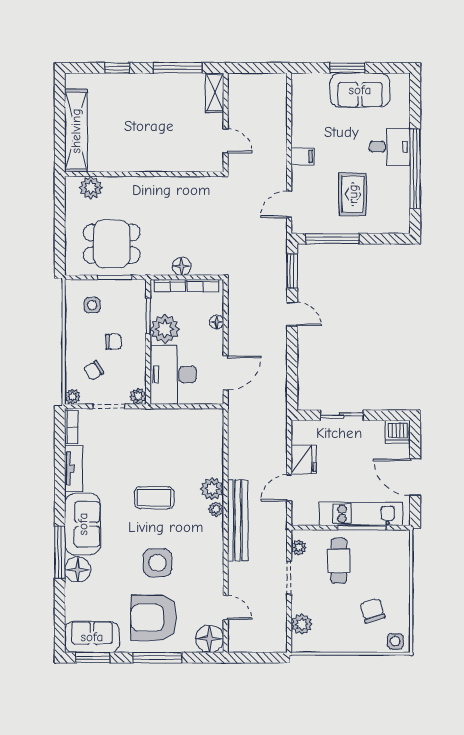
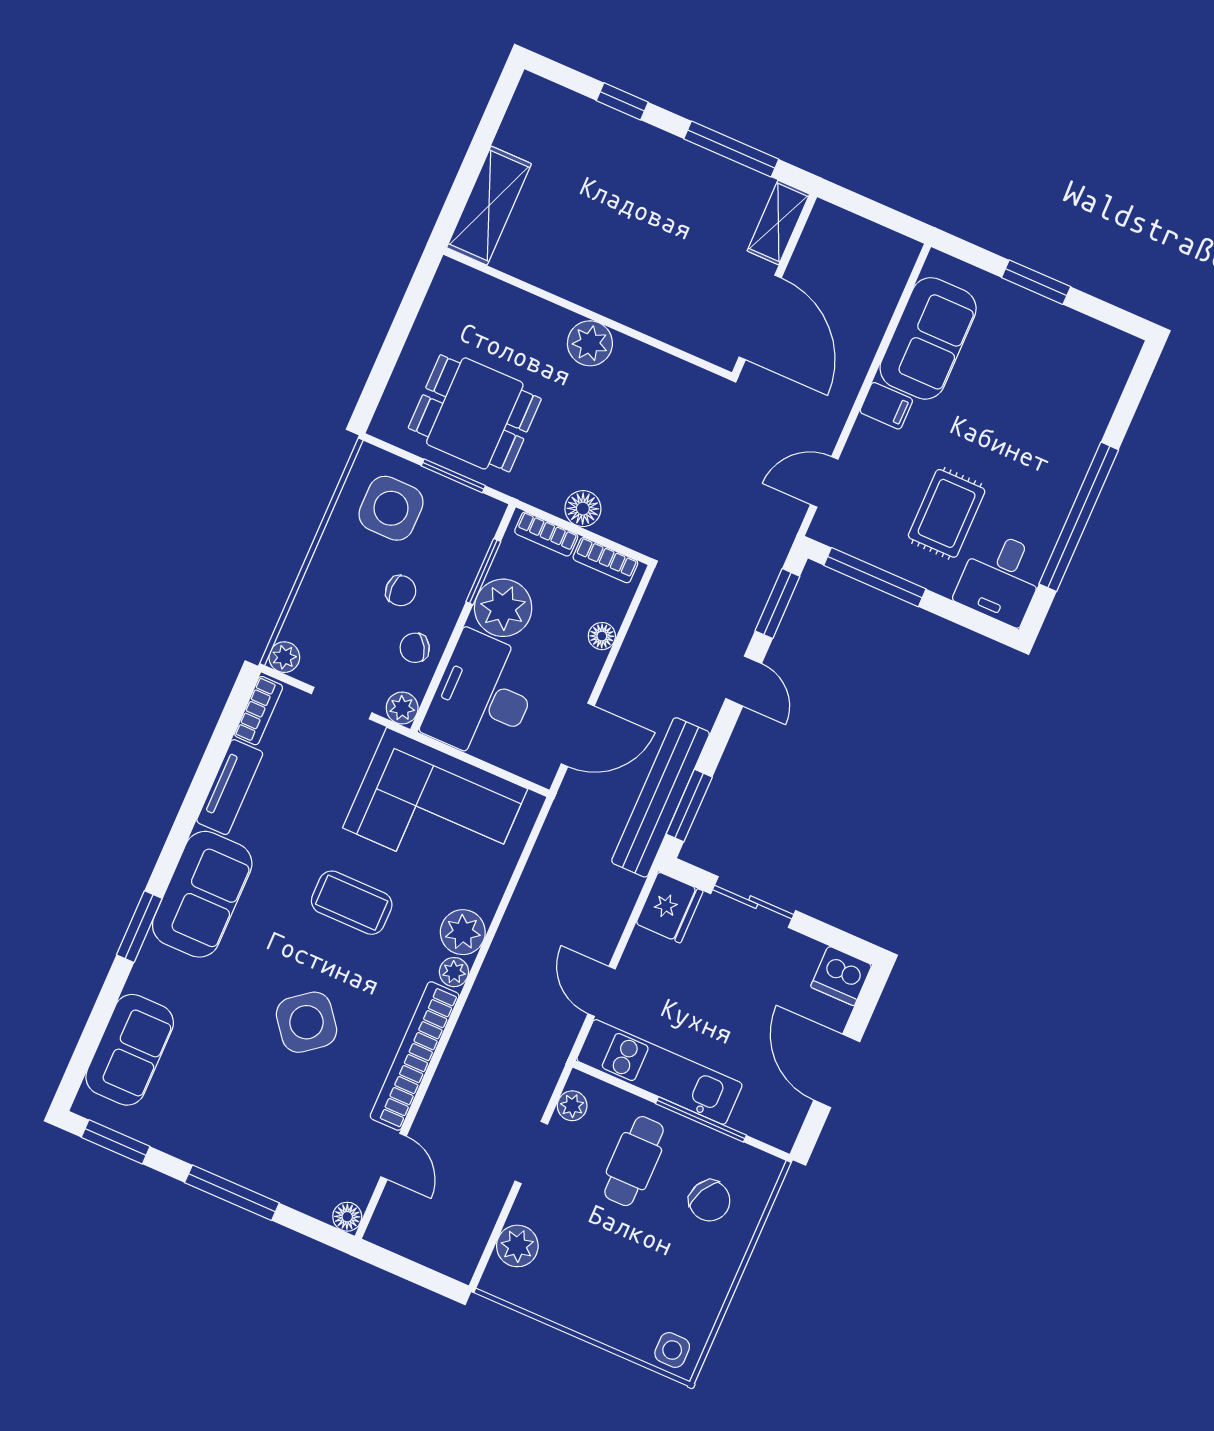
sofa: (360, 90) -> (928, 338), moved, turned -90
shelving: (76, 131) -> (489, 206), width x0.68
door: (226, 141) -> (760, 317), width x1.87
desk: (390, 147) -> (1001, 578), moved, turned 90
plant: (91, 188) -> (590, 343), moved
side table: (92, 305) -> (391, 508), width x1.87, depth x1.87
chair: (94, 370) -> (415, 648), moved
window: (292, 383) -> (689, 806), added
corner sofa: (174, 436) -> (435, 808), added
fridge: (304, 459) -> (669, 907), moved
door: (289, 488) -> (602, 991), hinge flipped
kitchen unit: (361, 514) -> (659, 1072), moved
bench: (238, 520) -> (661, 797), moved
window: (60, 552) -> (139, 927), width x0.69
bookcase: (215, 556) -> (415, 1056), added
side table: (157, 563) -> (306, 1022), turned -38
floor lamp: (78, 570) -> (158, 972), removed
chair: (372, 611) -> (710, 1201), moved, turned 134
armchair: (154, 618) -> (256, 1118), removed
sofa: (92, 637) -> (130, 1050), moved, turned 90
floor lamp: (210, 639) -> (347, 1217), width x0.53, depth x0.53

